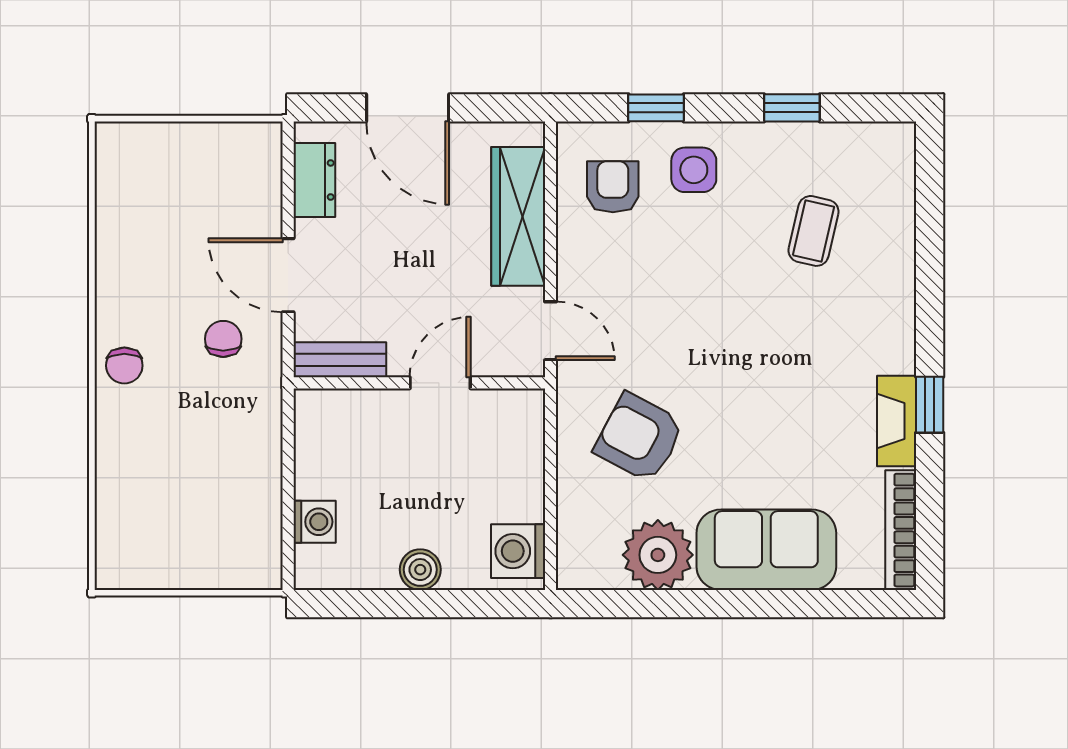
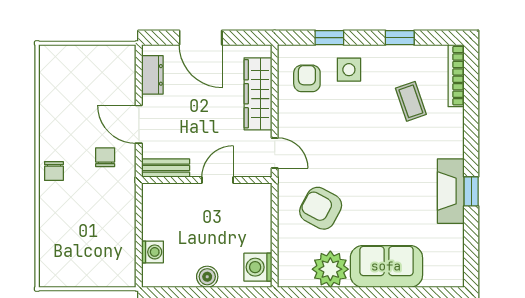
coffee table: (813, 231) -> (411, 101), turned -32
fireplace: (897, 421) -> (451, 191), width x1.37, depth x1.32
bookcase: (901, 530) -> (456, 76), moved

